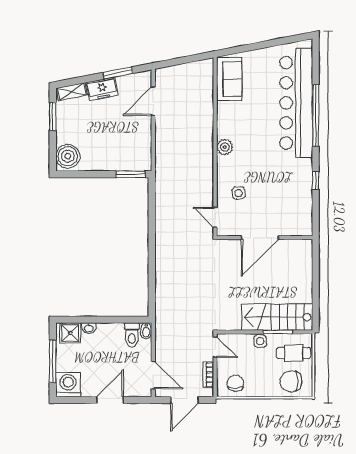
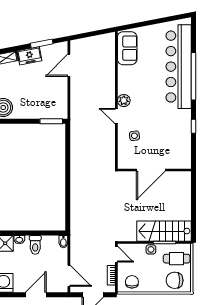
door: (215, 217) -> (116, 116), moved
toilet: (132, 335) -> (35, 245), moved

